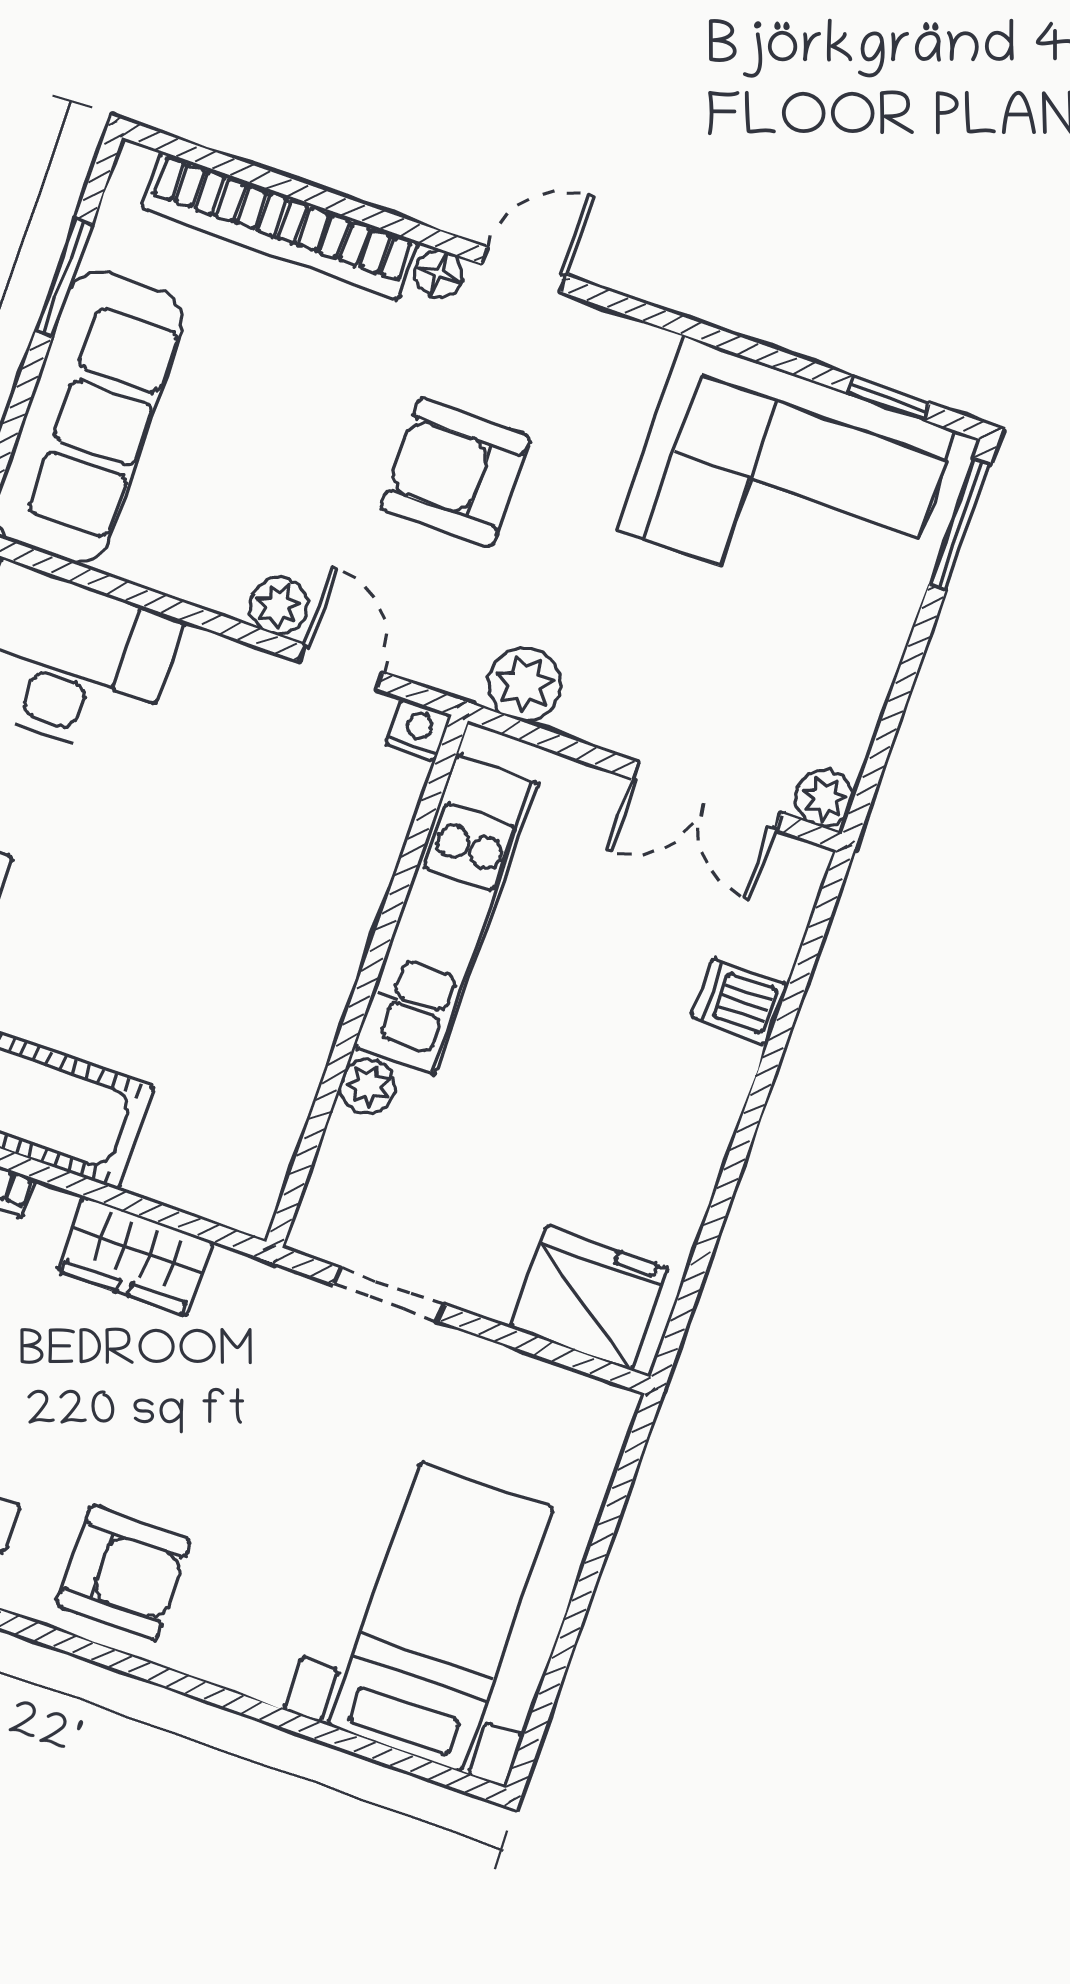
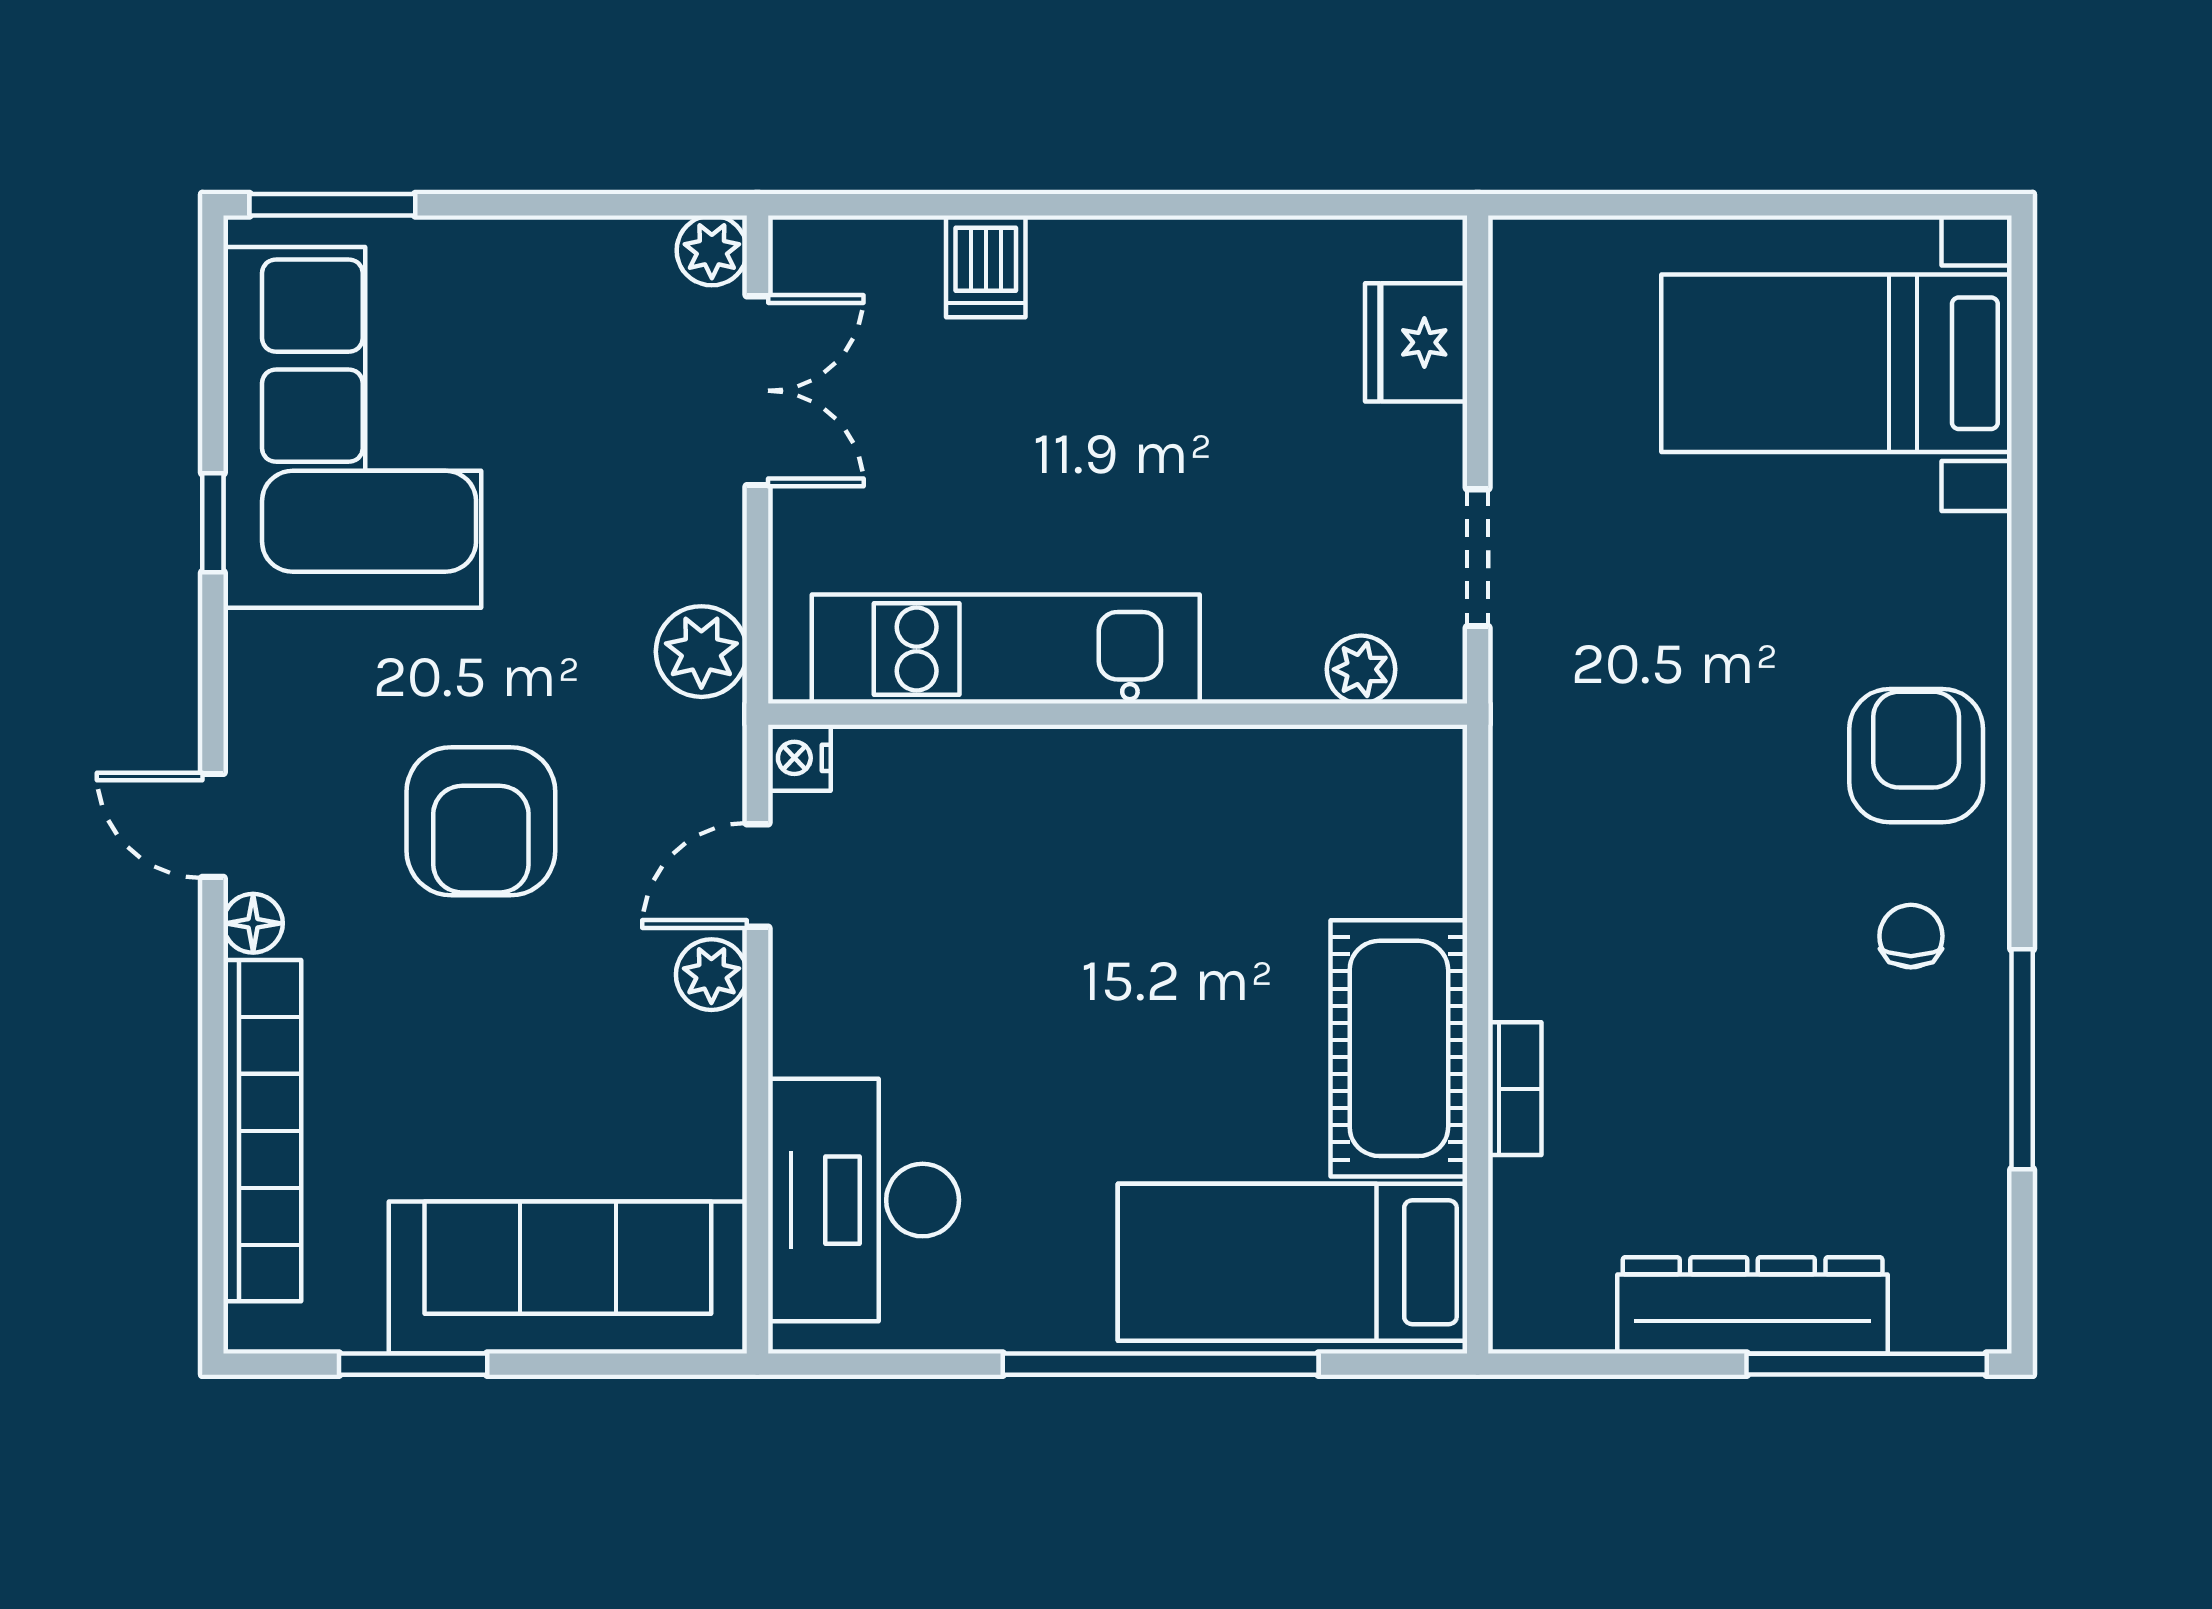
window: (889, 398) -> (213, 523), moved
plant: (368, 1086) -> (1361, 669), moved
wardrobe: (135, 1256) -> (1538, 873), removed
fridge: (589, 1298) -> (1416, 342), width x0.73, depth x0.75

